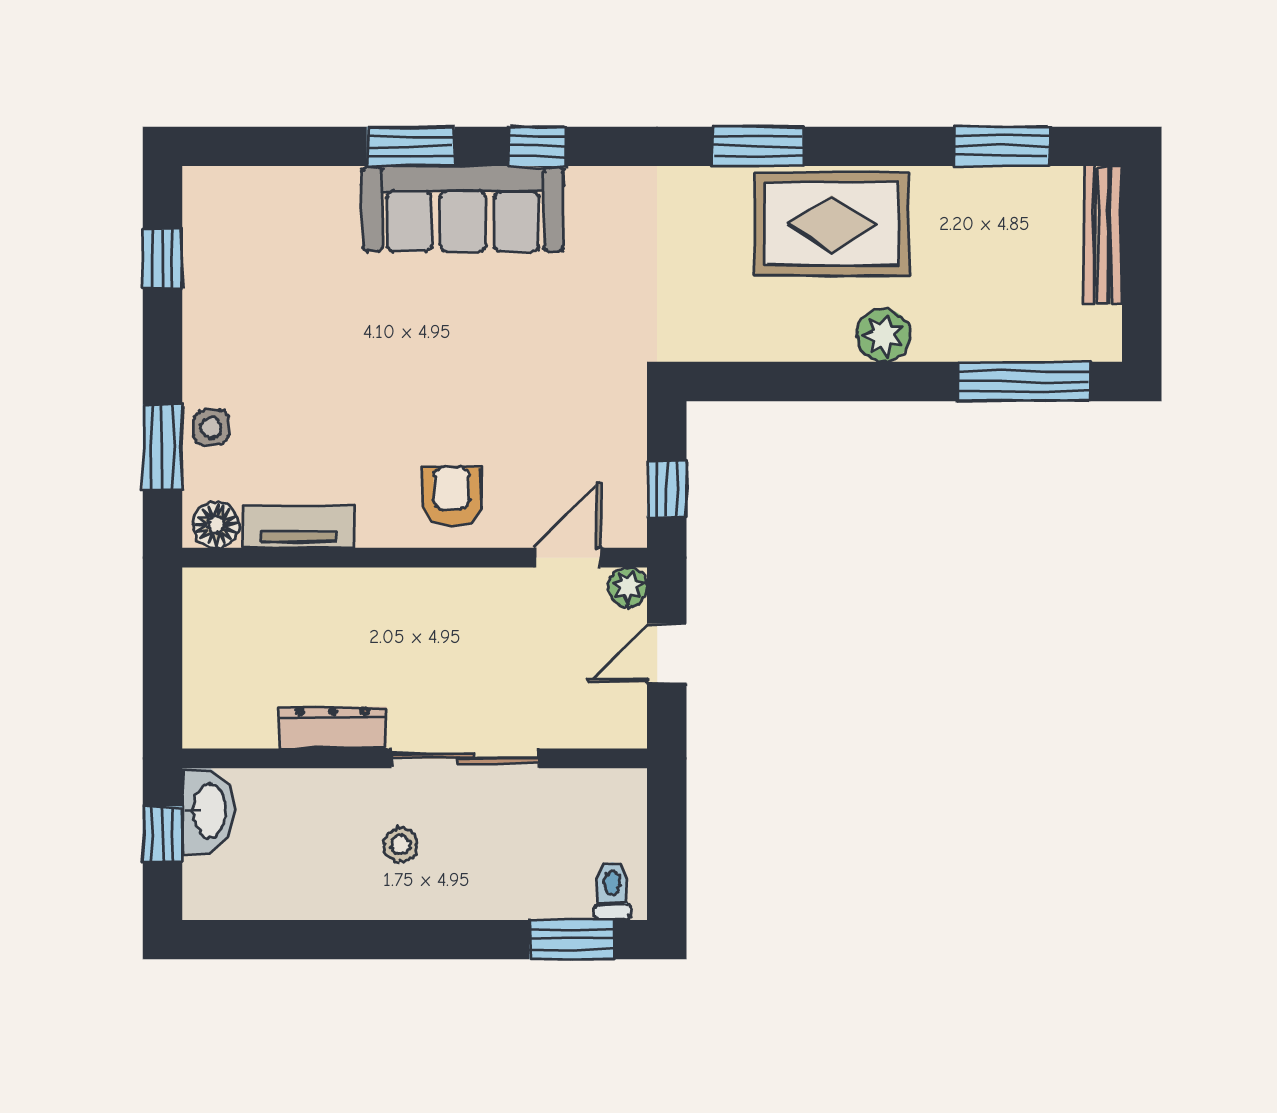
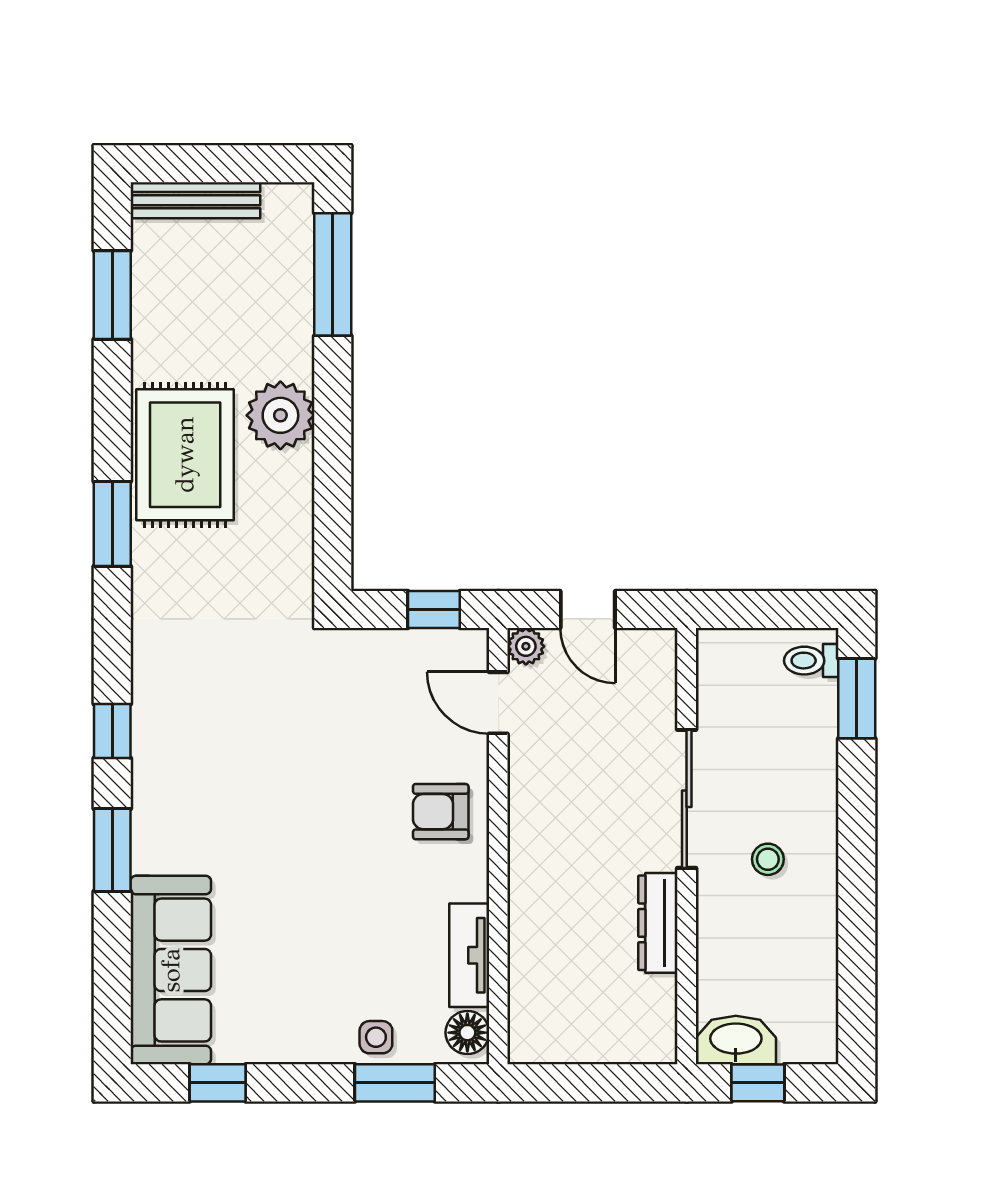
sofa: (463, 209) -> (171, 970), moved
plant: (883, 335) -> (280, 415), width x1.36, depth x1.36

